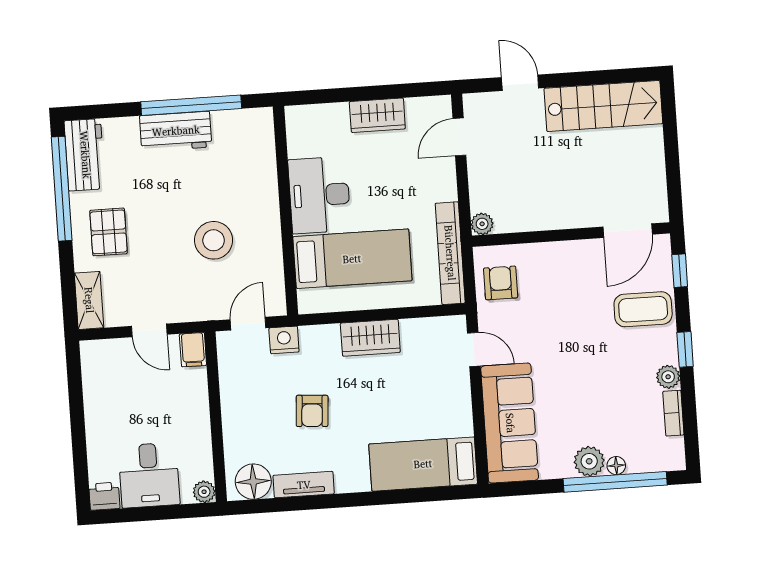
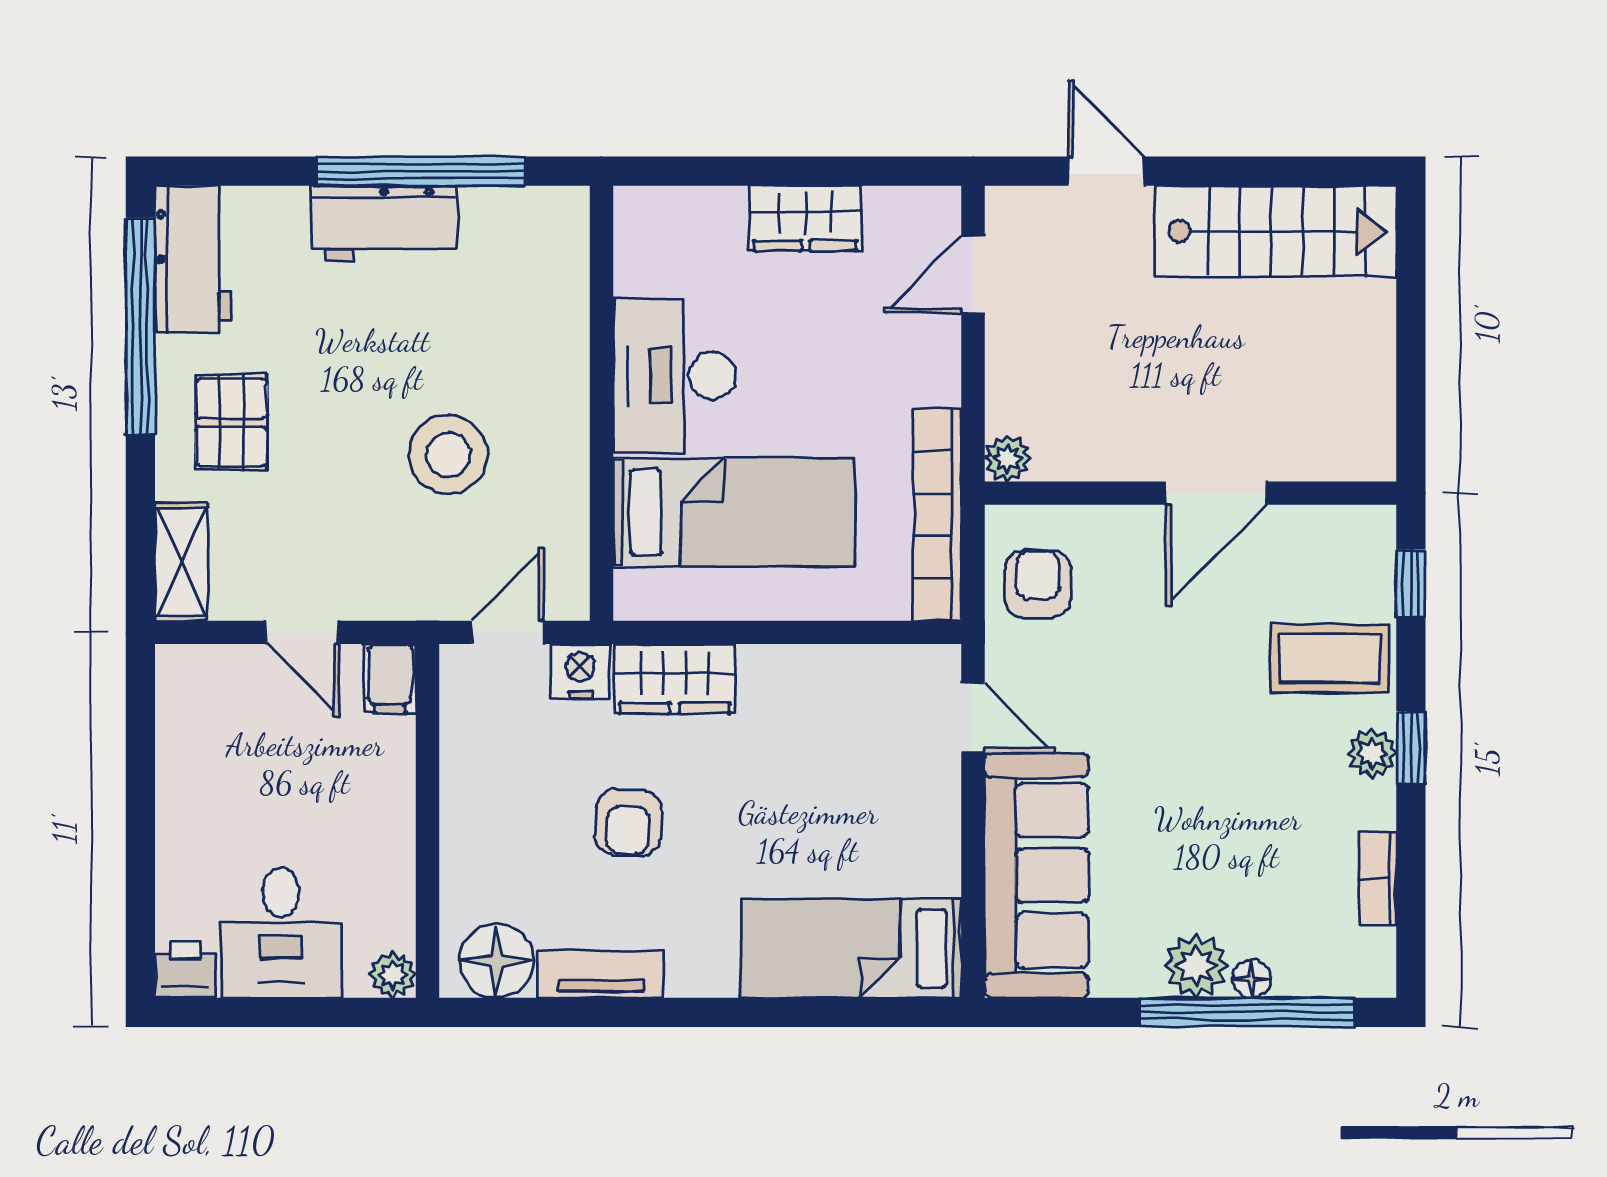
door: (628, 231) -> (1216, 493), moved
wardrobe: (370, 338) -> (675, 679), moved
plant: (668, 377) -> (1372, 753), moved

